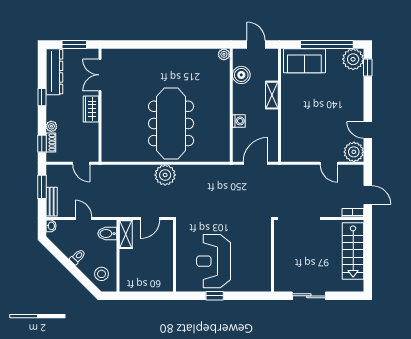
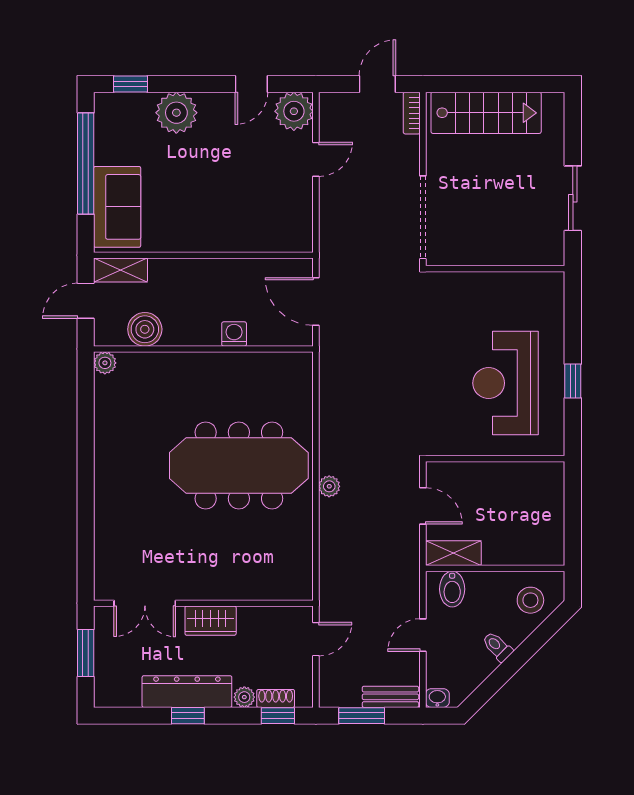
plant: (353, 59) -> (176, 113), moved
dresser: (54, 72) -> (187, 692), moved
shelving: (272, 95) -> (121, 270), moved
plant: (165, 175) -> (329, 486), width x0.53, depth x0.53
reception desk: (214, 261) -> (506, 383), turned 90

